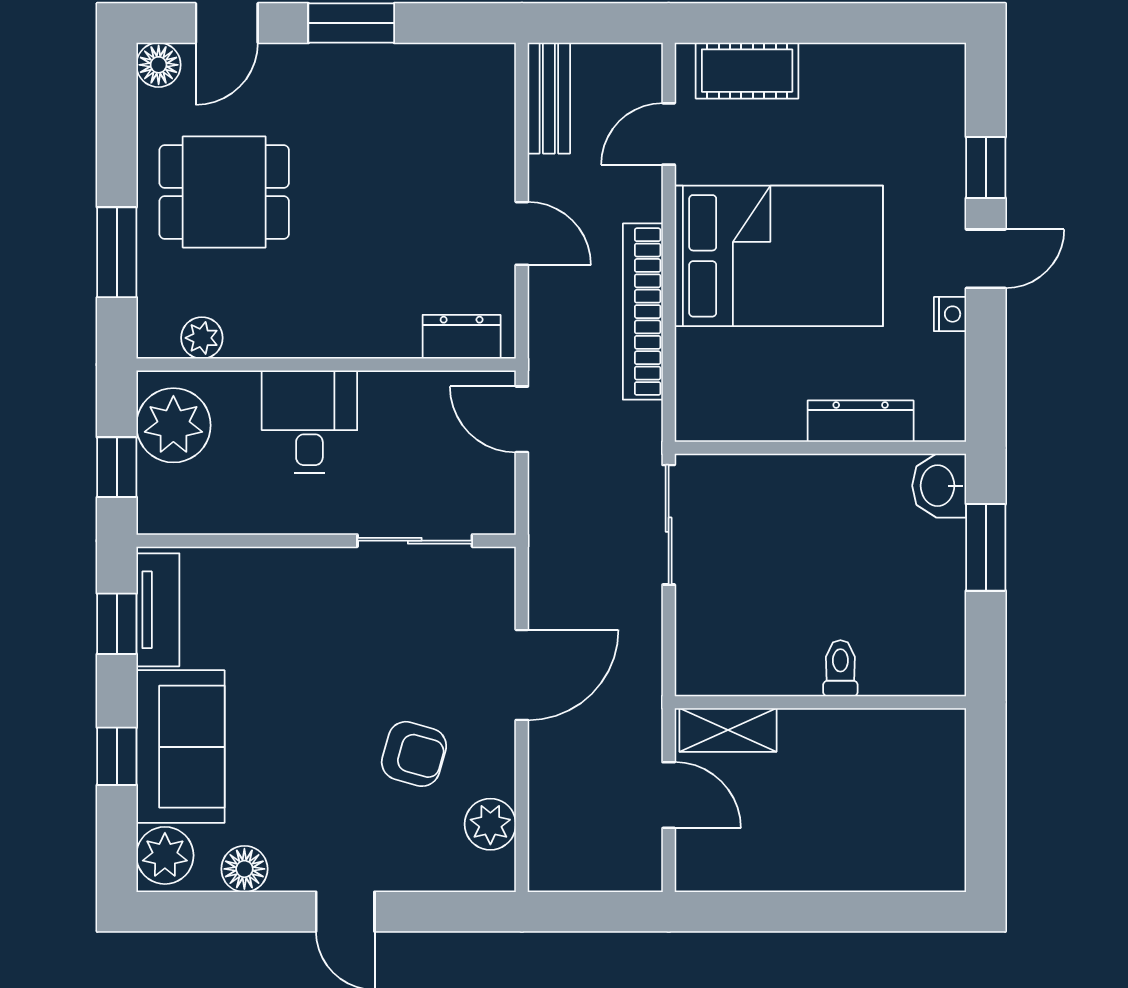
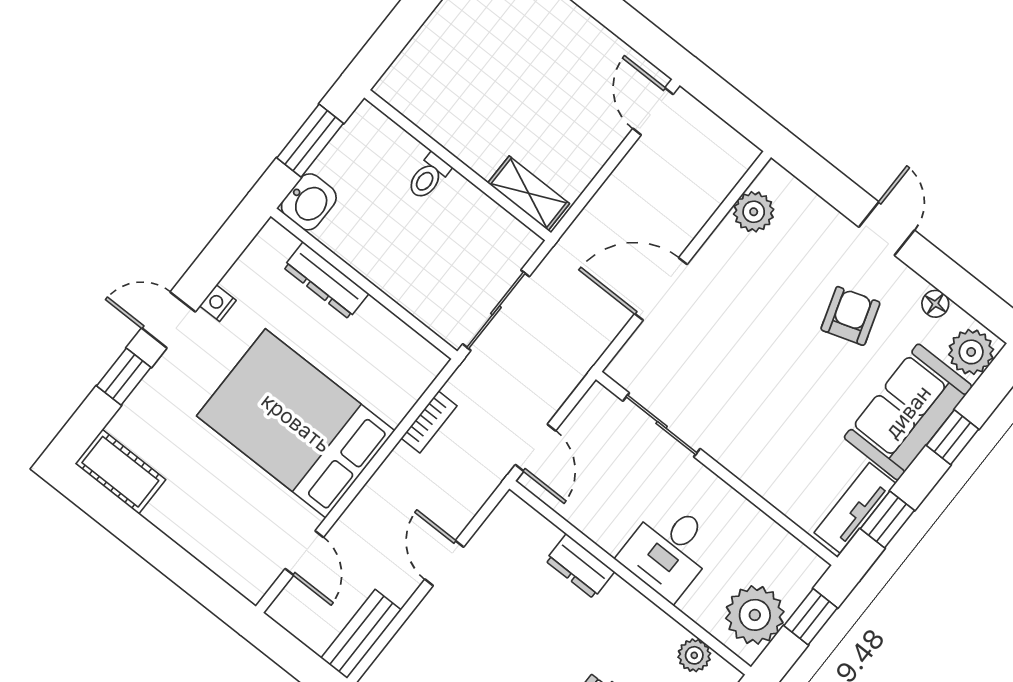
cot: (747, 71) -> (120, 472), moved
door: (669, 134) -> (304, 553), hinge flipped
bookcase: (643, 312) -> (429, 422), width x0.43, depth x0.76
dresser: (462, 337) -> (580, 566), moved
toilet: (840, 668) -> (428, 176), moved
wall: (820, 702) -> (458, 165), moved
shelving: (728, 730) -> (529, 193), moved
armchair: (414, 754) -> (850, 316), moved, turned 56
door: (669, 795) -> (653, 111), moved
floor lamp: (244, 869) -> (935, 304), width x0.73, depth x0.73

